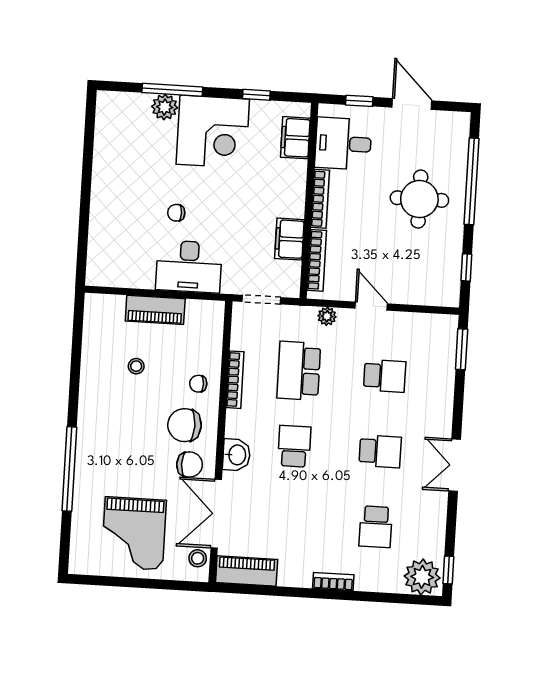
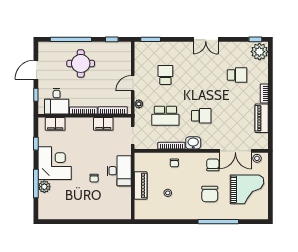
chair: (184, 425) -> (210, 194), moved
school desk: (294, 446) -> (201, 116), turned 180
school desk: (380, 451) -> (201, 75), removed
washbasin: (236, 455) -> (193, 143), moved
piano: (247, 571) -> (262, 118), moved

